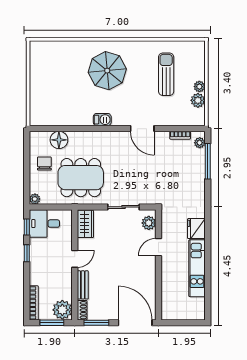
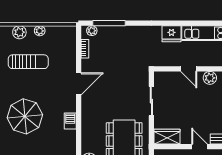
sun lounger: (166, 74) -> (28, 62), turned 180
plant: (198, 100) -> (19, 32), moved
plant: (149, 223) -> (210, 78), moved

